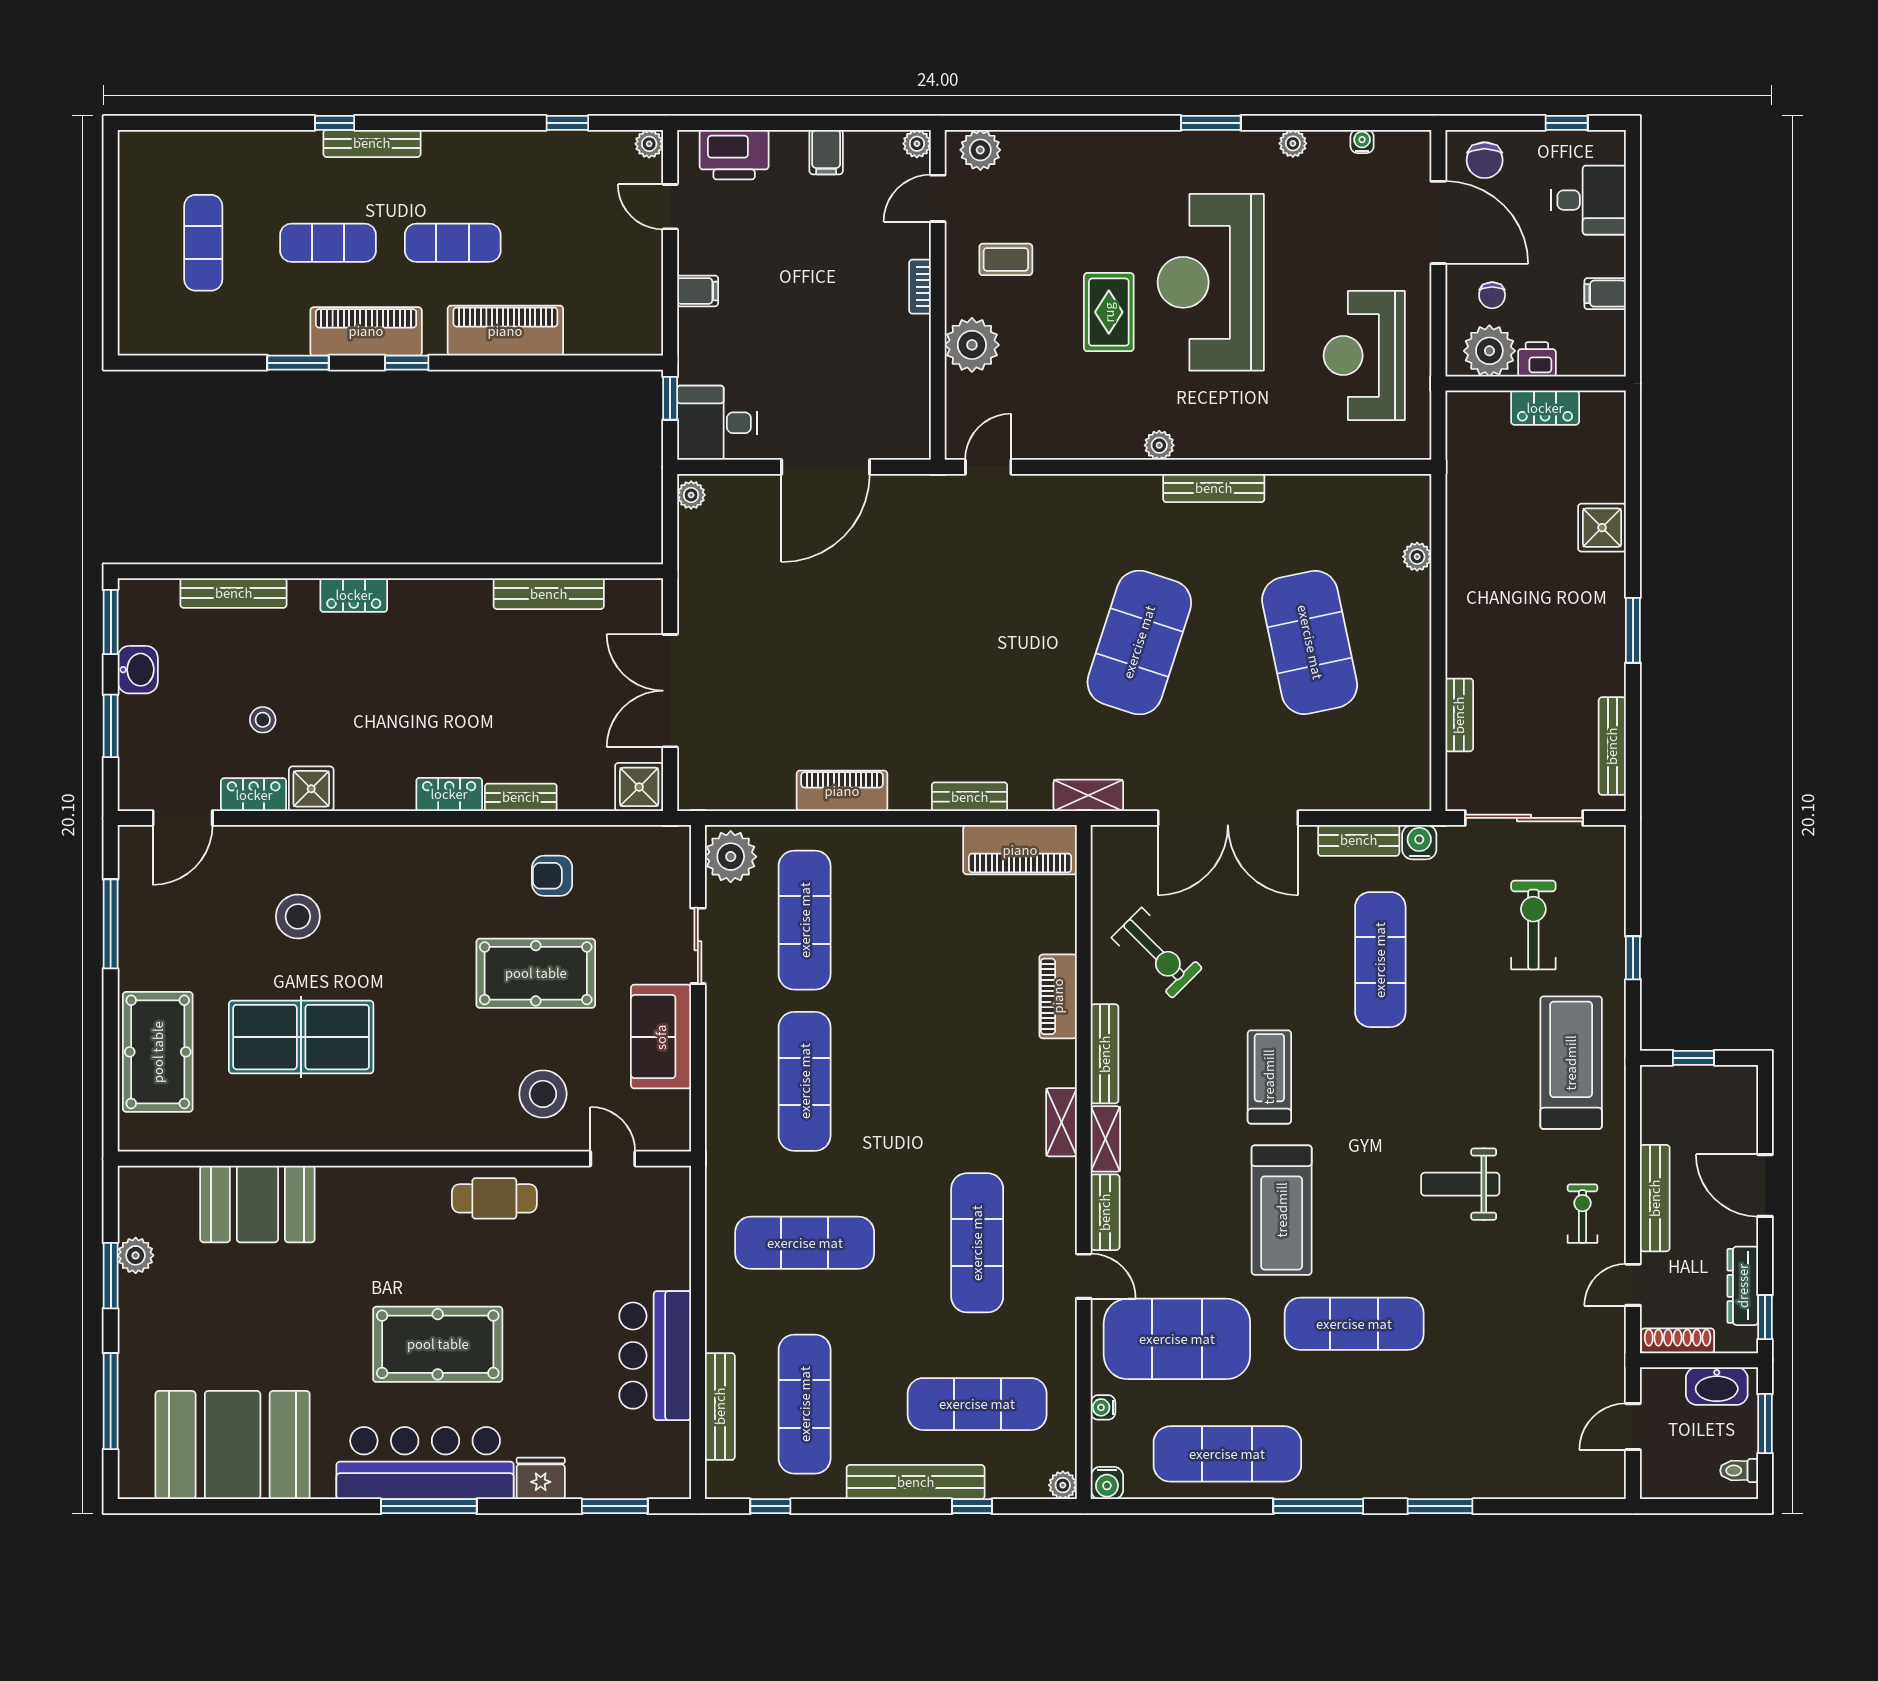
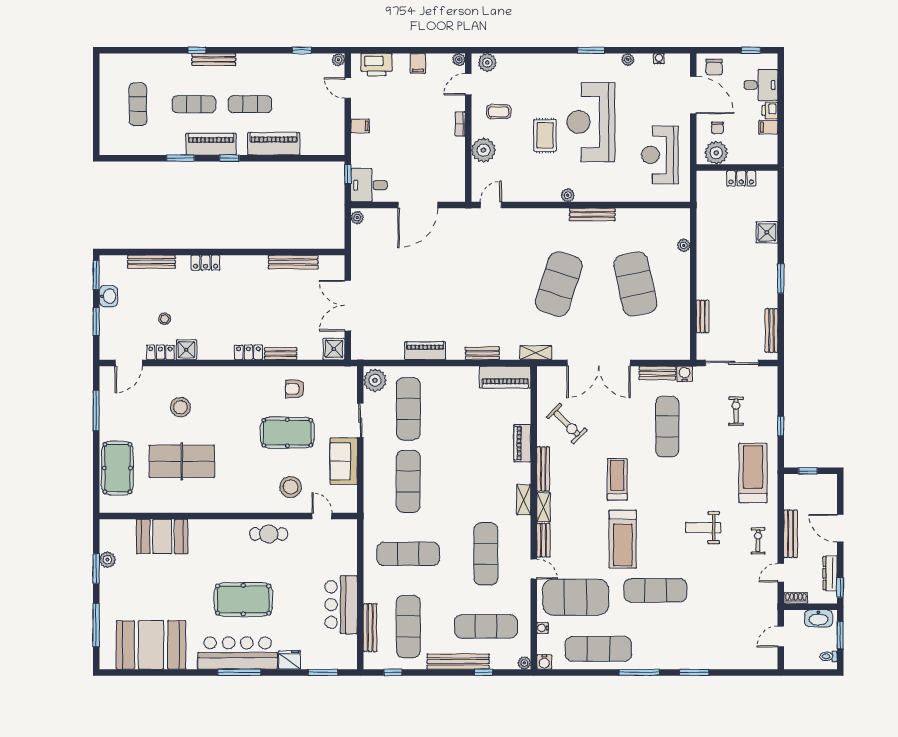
printer: (1537, 359) -> (770, 110), moved, turned -90
exercise bike: (1533, 925) -> (736, 411), width x0.73, depth x0.72
shoe rack: (1678, 1341) -> (796, 598), width x0.70

